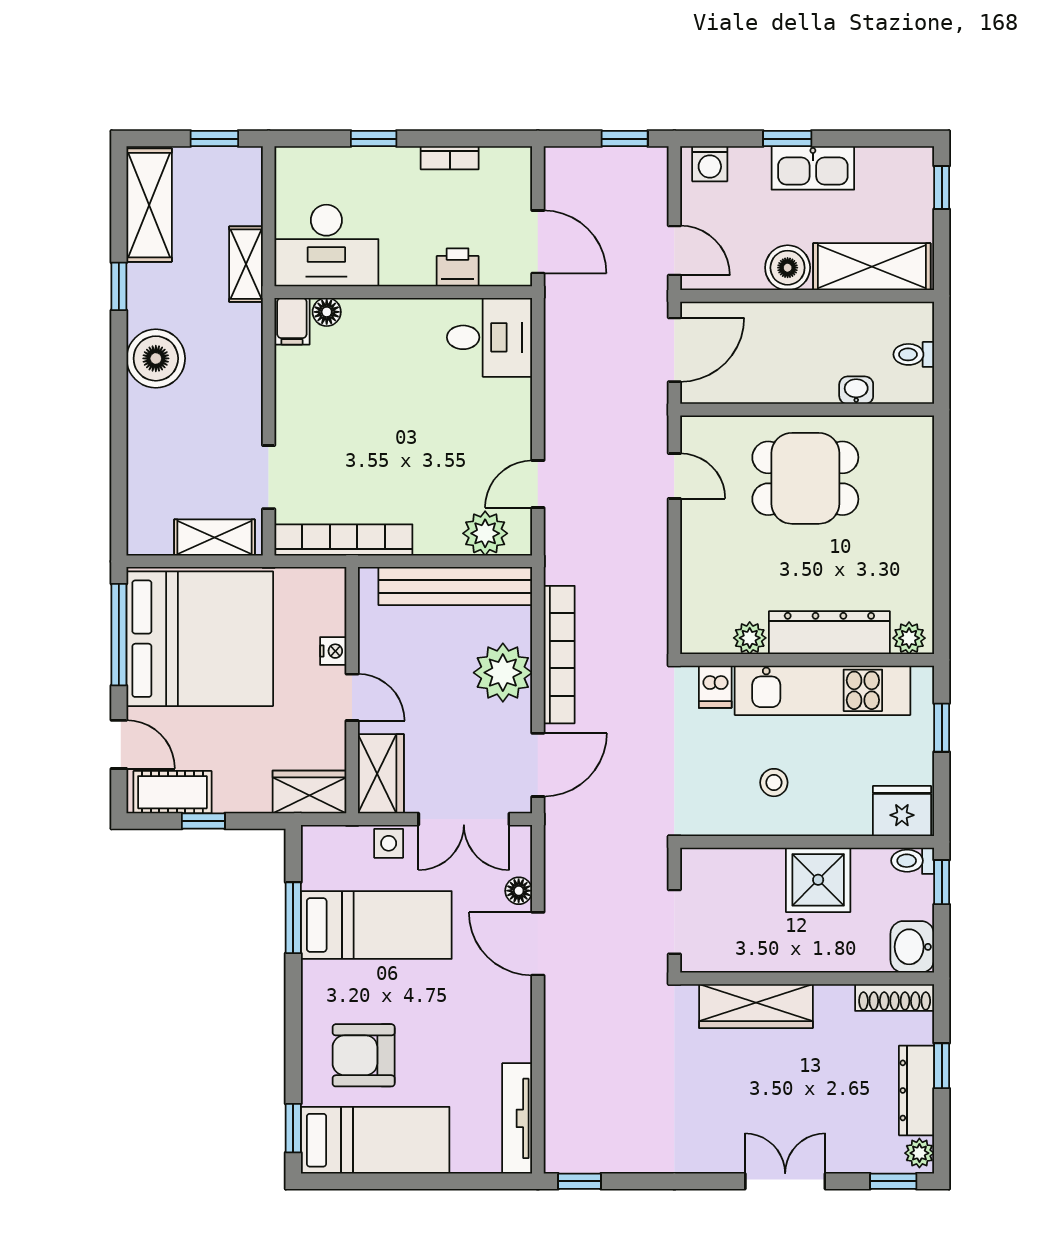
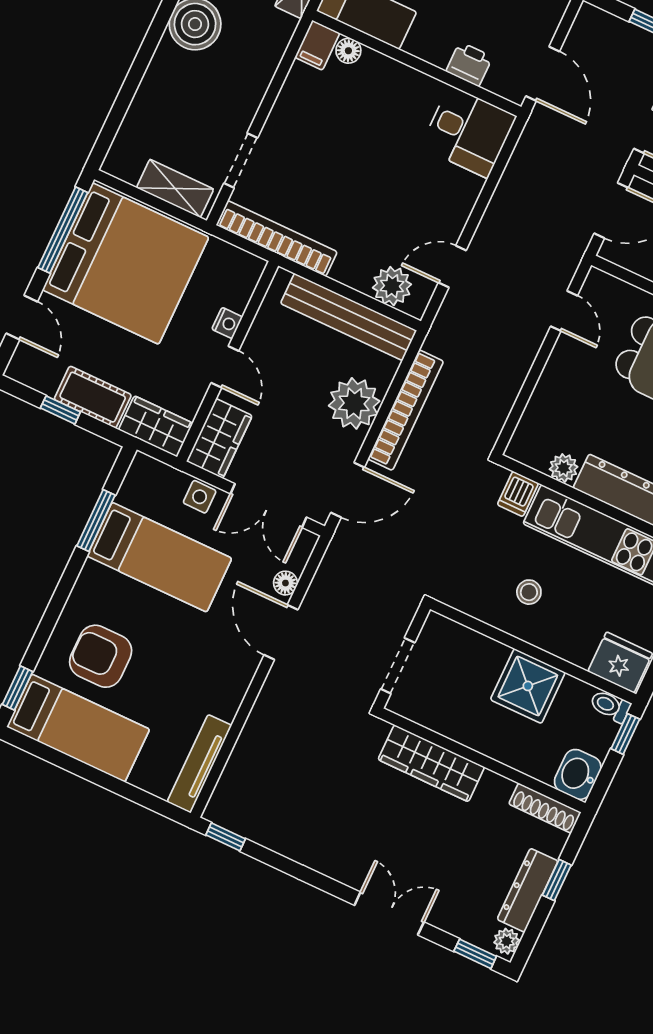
cot: (172, 792) -> (93, 397), moved

